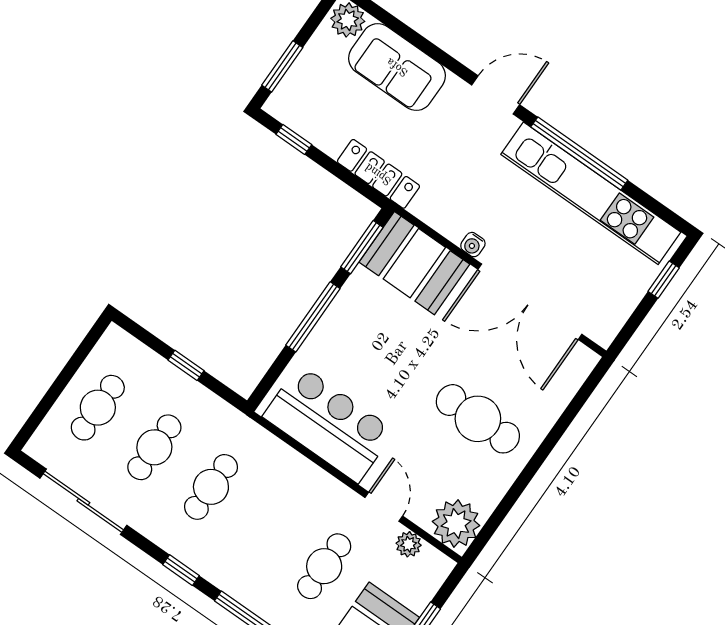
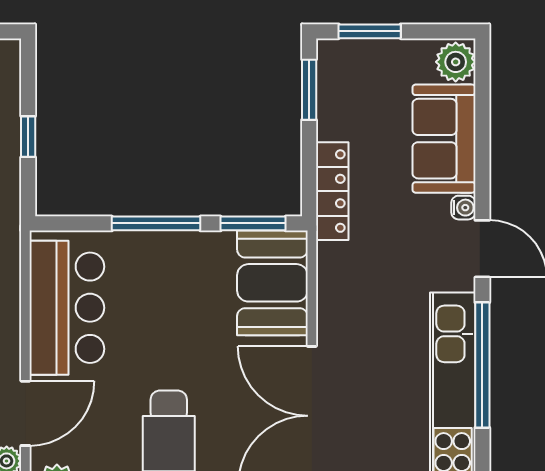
window: (294, 139) -> (309, 90), width x1.50
water cooler: (473, 245) -> (463, 208), moved, turned 180
door: (384, 507) -> (25, 413), width x1.38

